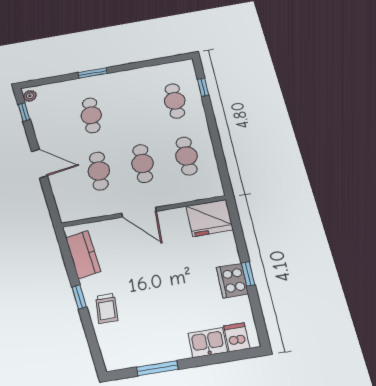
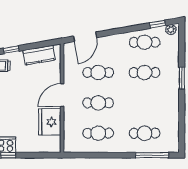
window: (203, 87) -> (152, 155), width x2.17
cafe table: (50, 122) -> (145, 42), added
door: (39, 163) -> (85, 37), moved
fridge: (209, 218) -> (50, 122), moved

